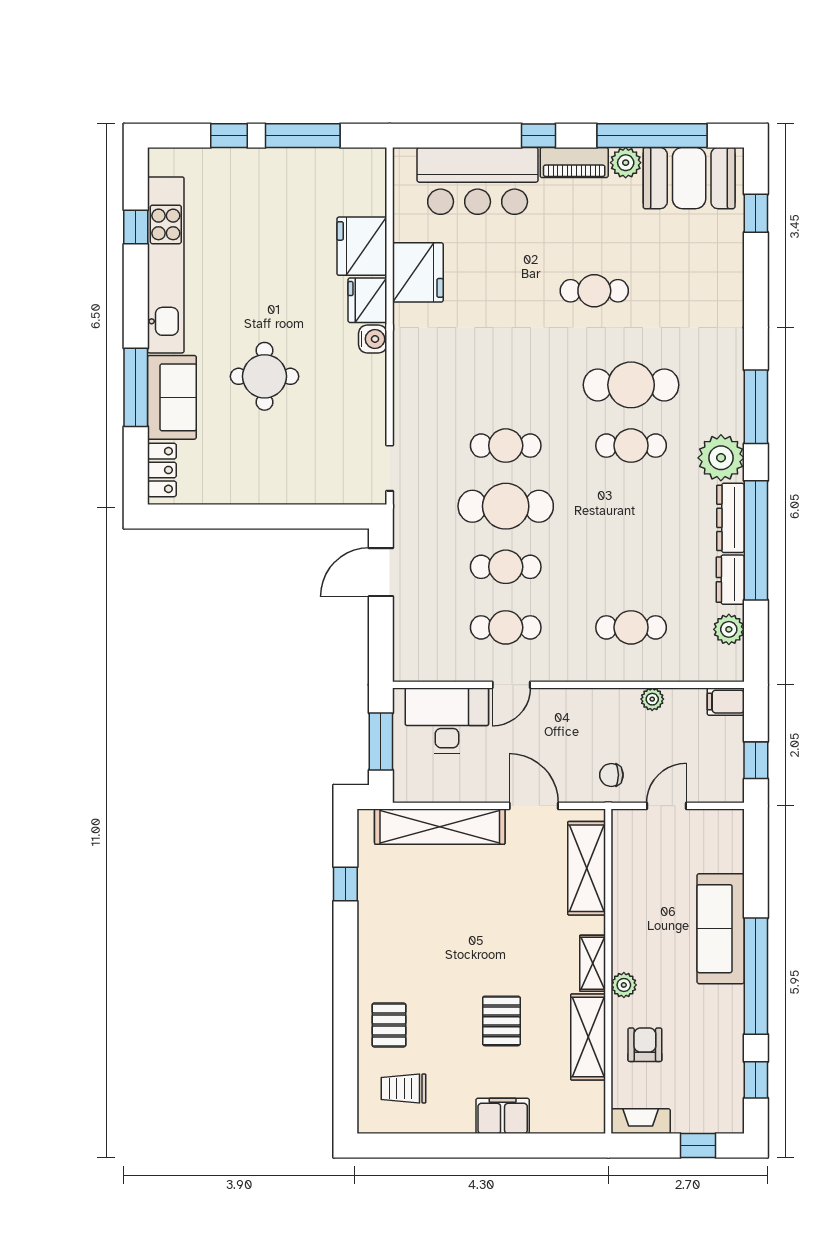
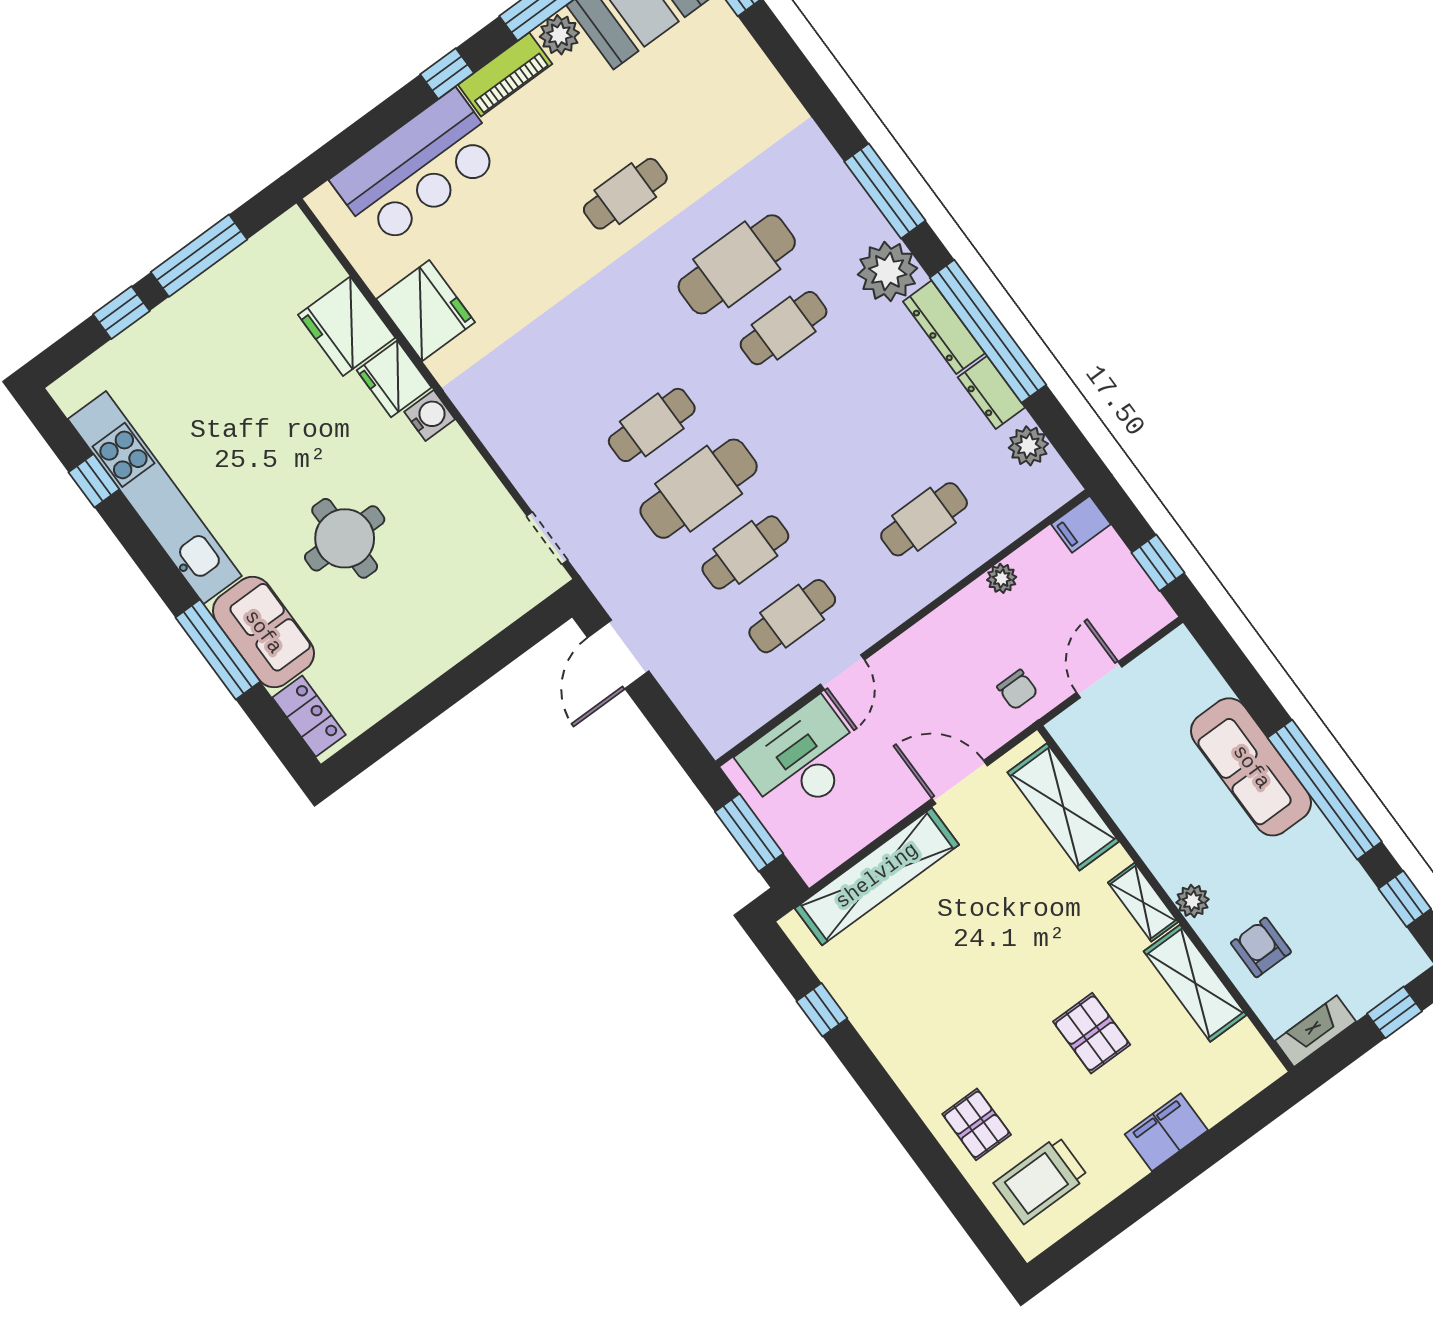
chair: (611, 775) -> (1017, 690), turned -90
trolley: (404, 1089) -> (1041, 1180), width x1.36, depth x1.39

